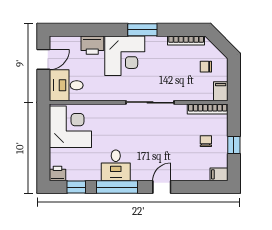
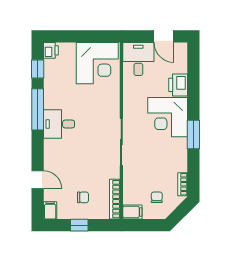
bookcase: (186, 41) -> (183, 184), width x0.64
desk: (116, 165) -> (59, 124), moved
door: (162, 187) -> (38, 180), moved

